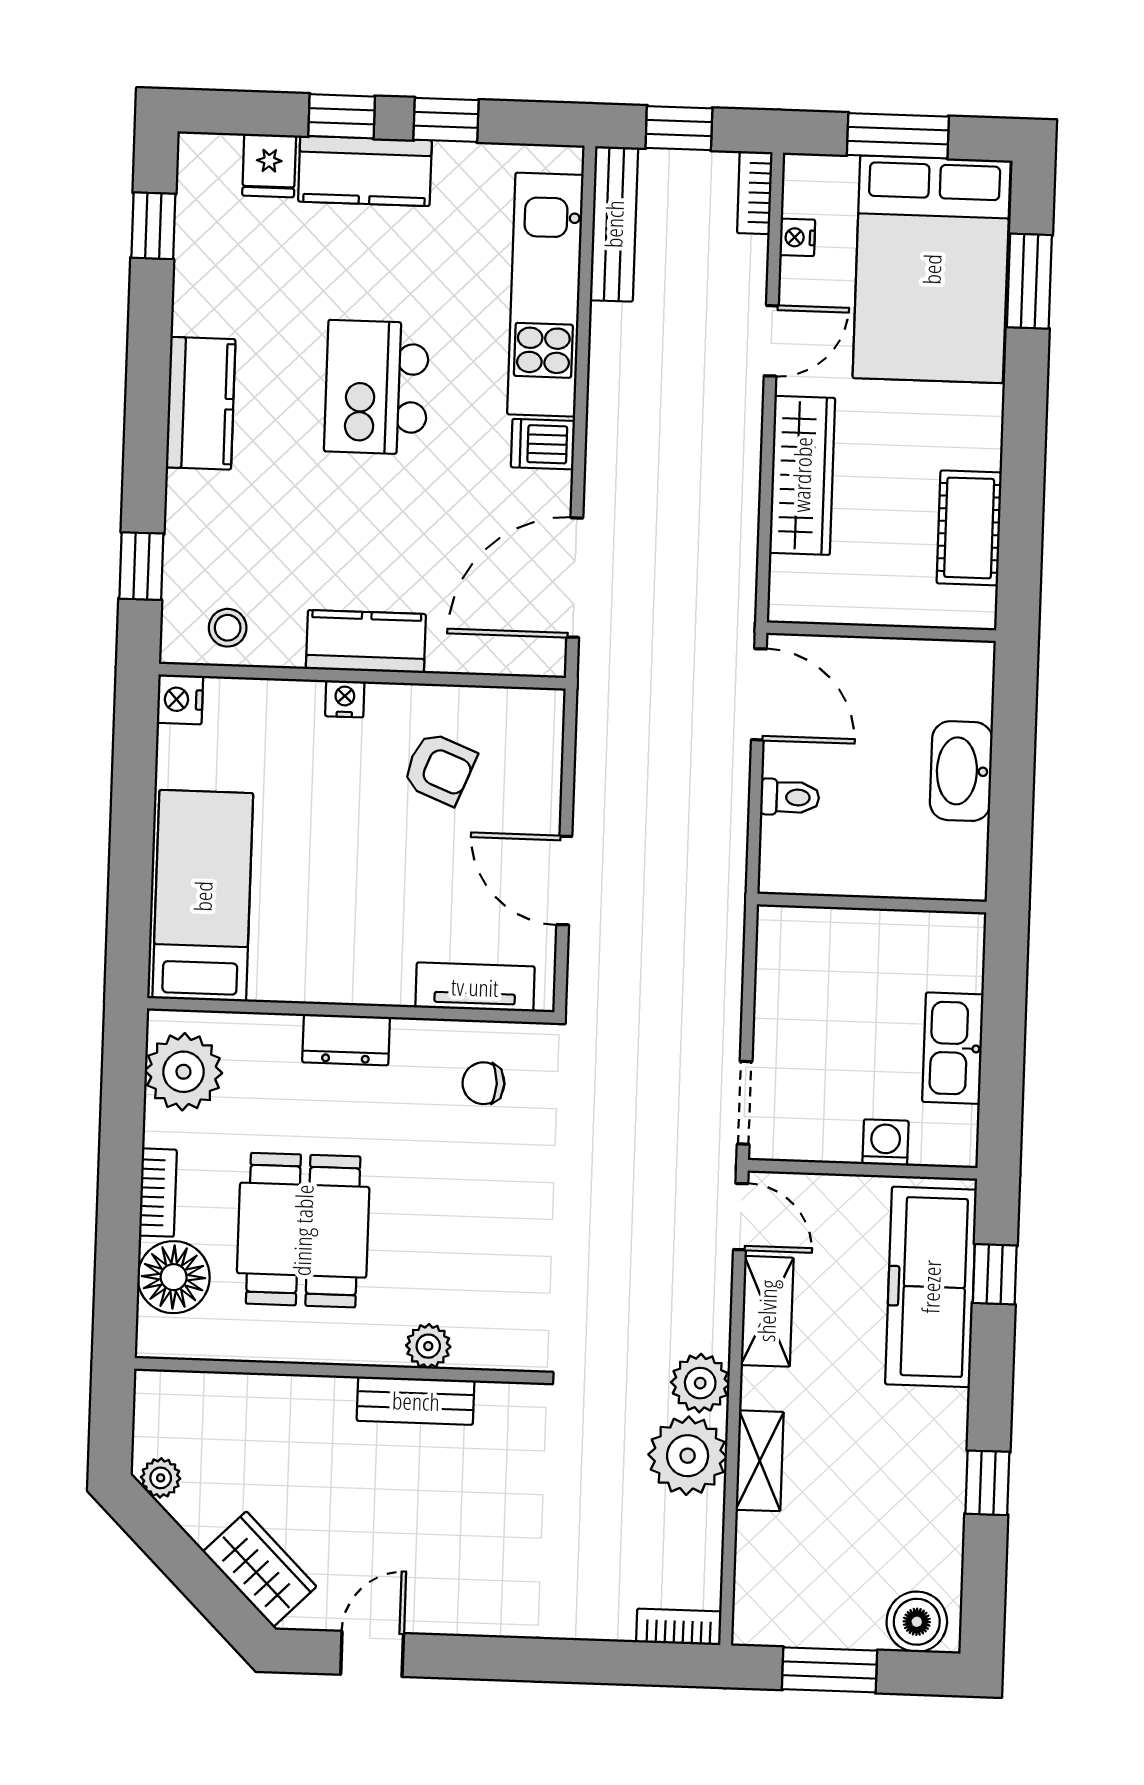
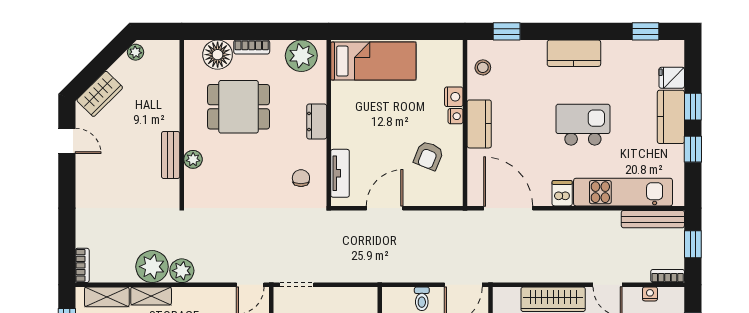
nightstand: (180, 699) -> (454, 97), moved, turned 90
shelving: (767, 1311) -> (107, 297), moved

